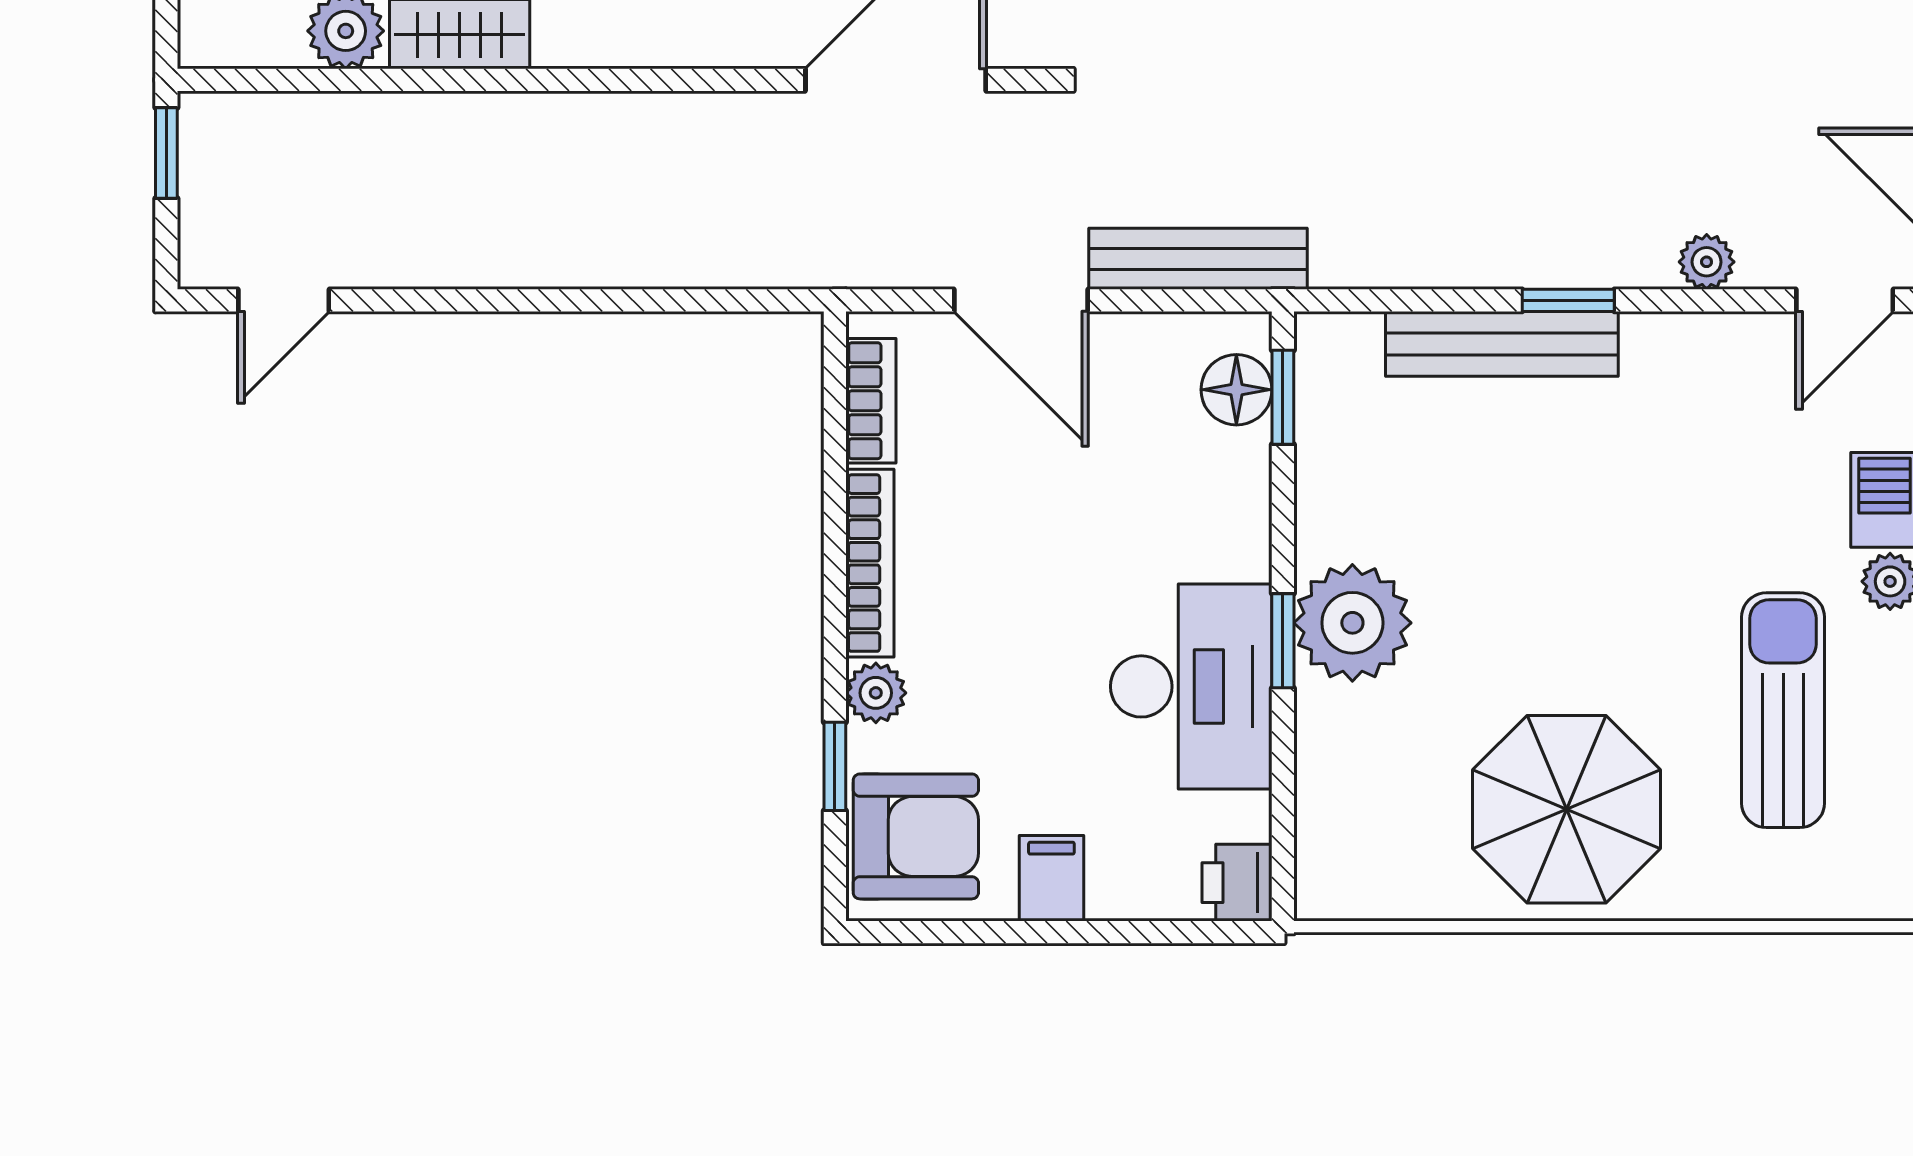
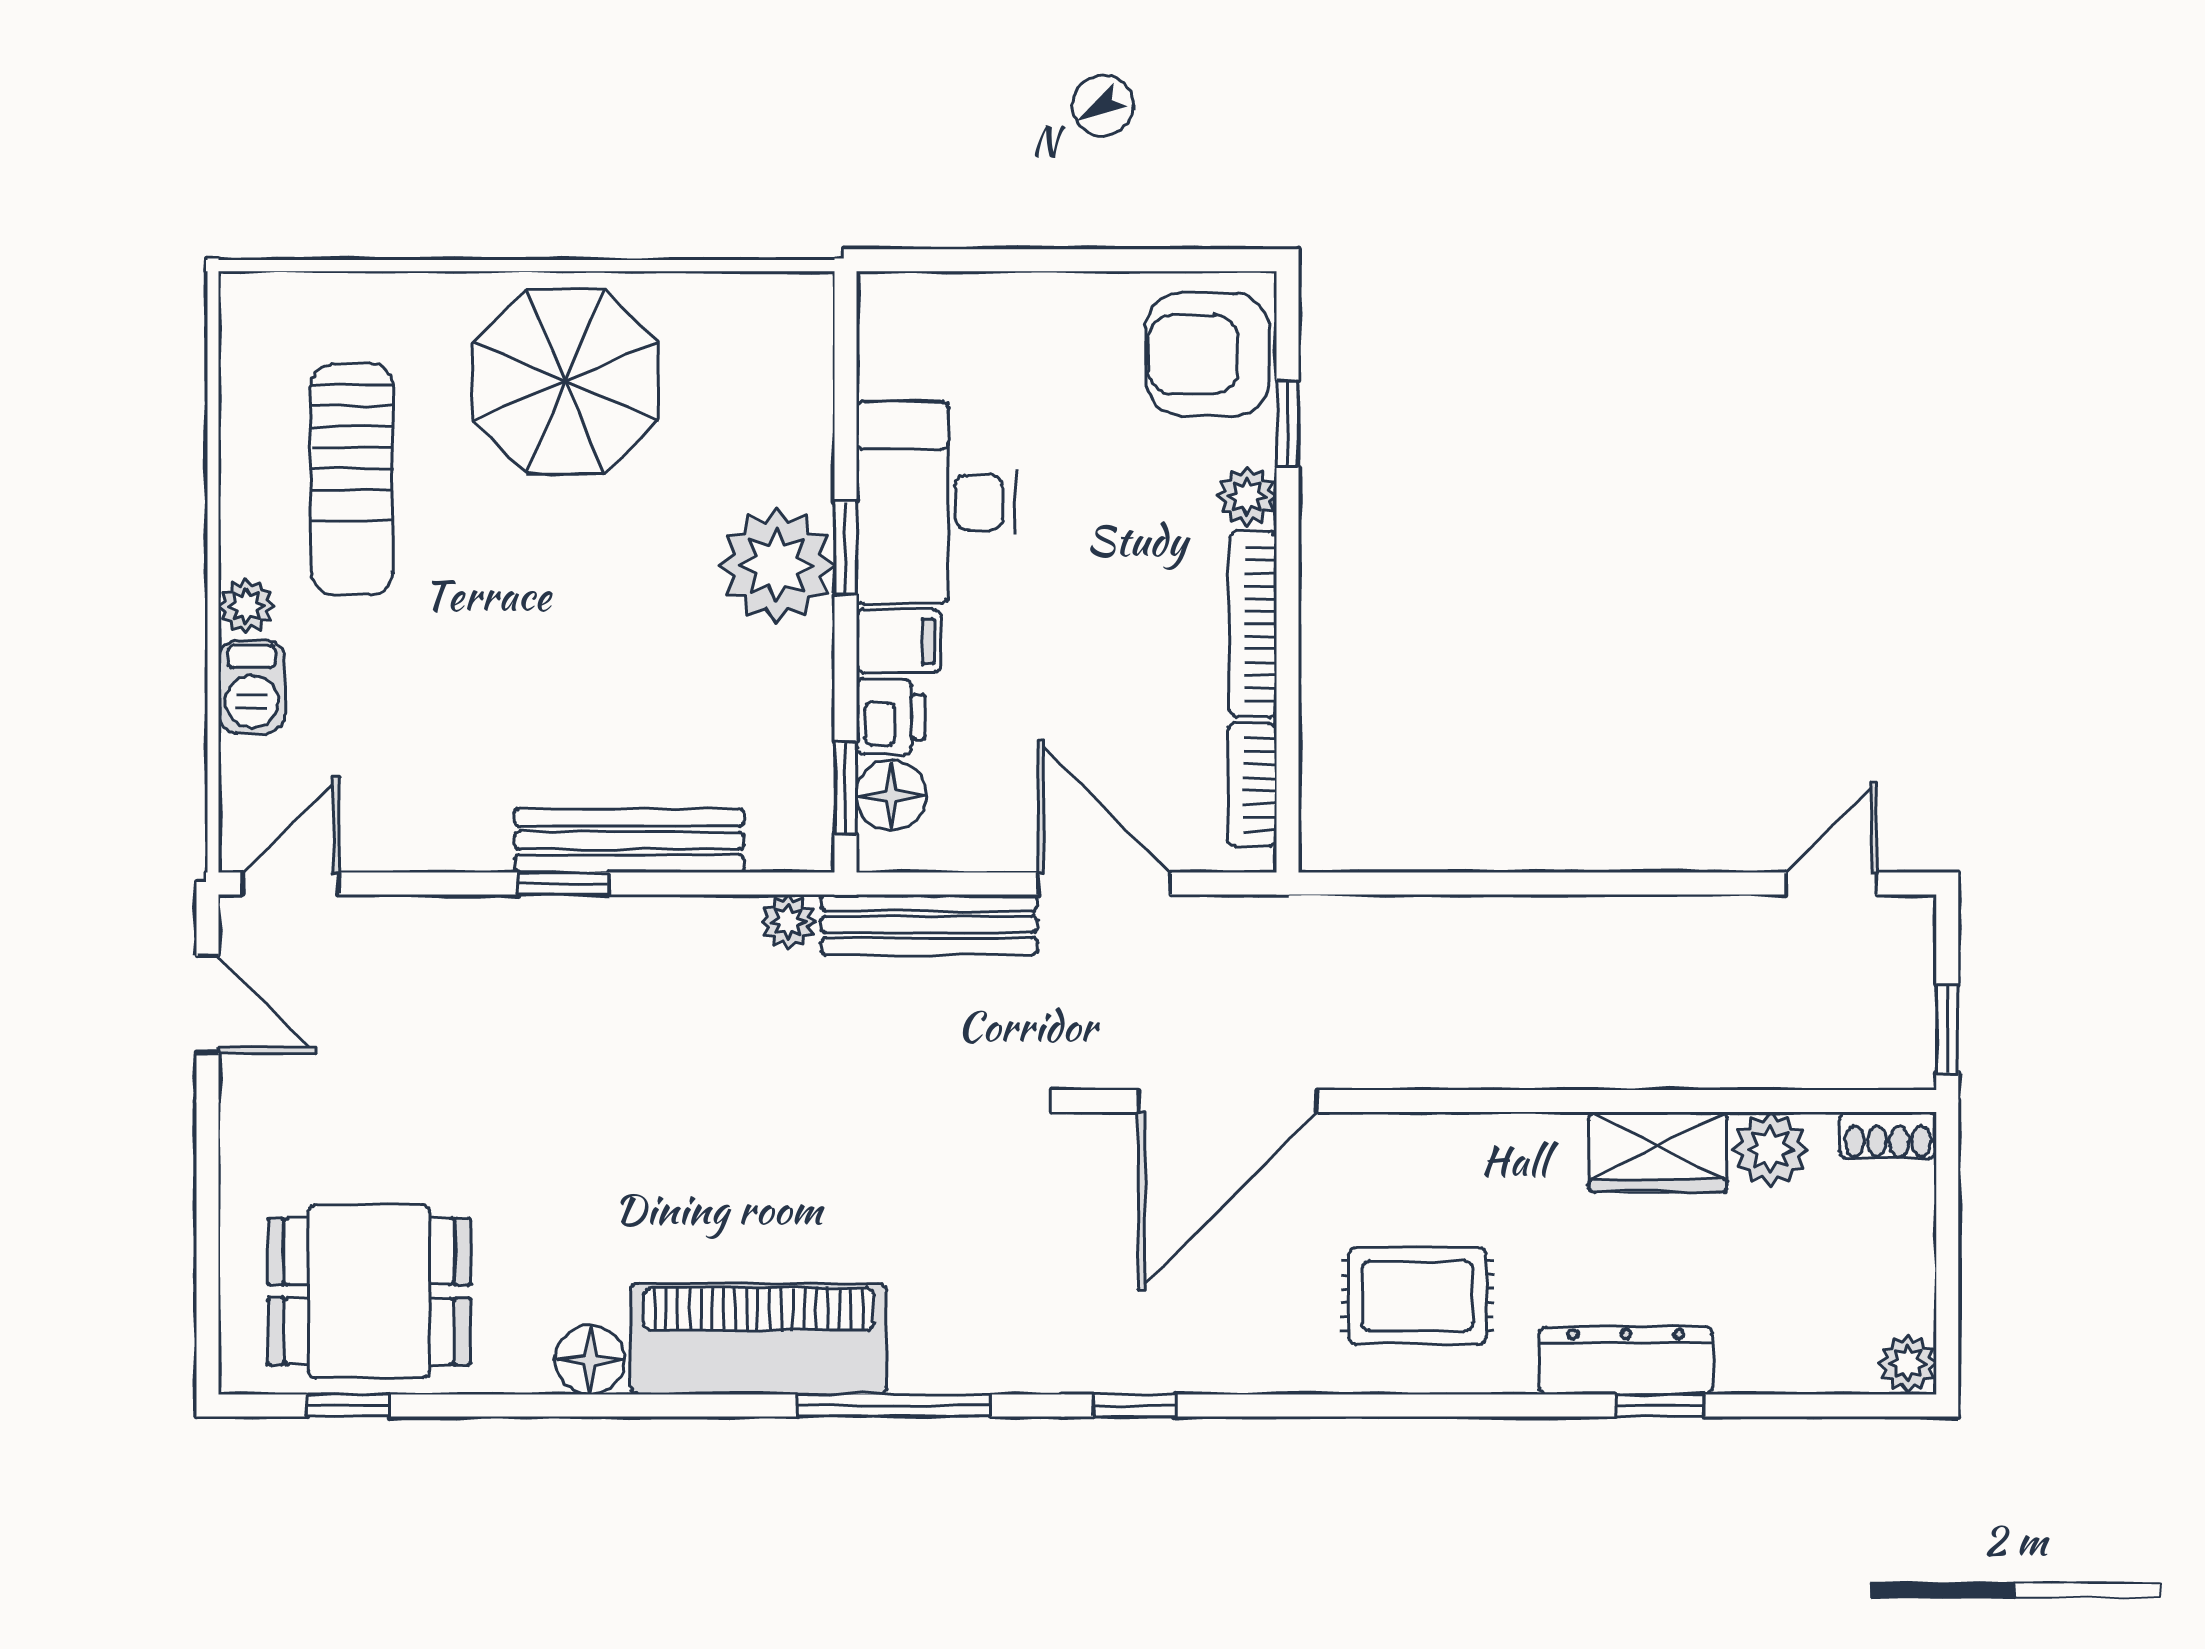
shoe rack: (226, 45) -> (1888, 1135), added
plant: (1707, 262) -> (788, 922), moved
filing cabinet: (1051, 878) -> (899, 641), moved, turned -90
printer: (1237, 883) -> (891, 717), moved

